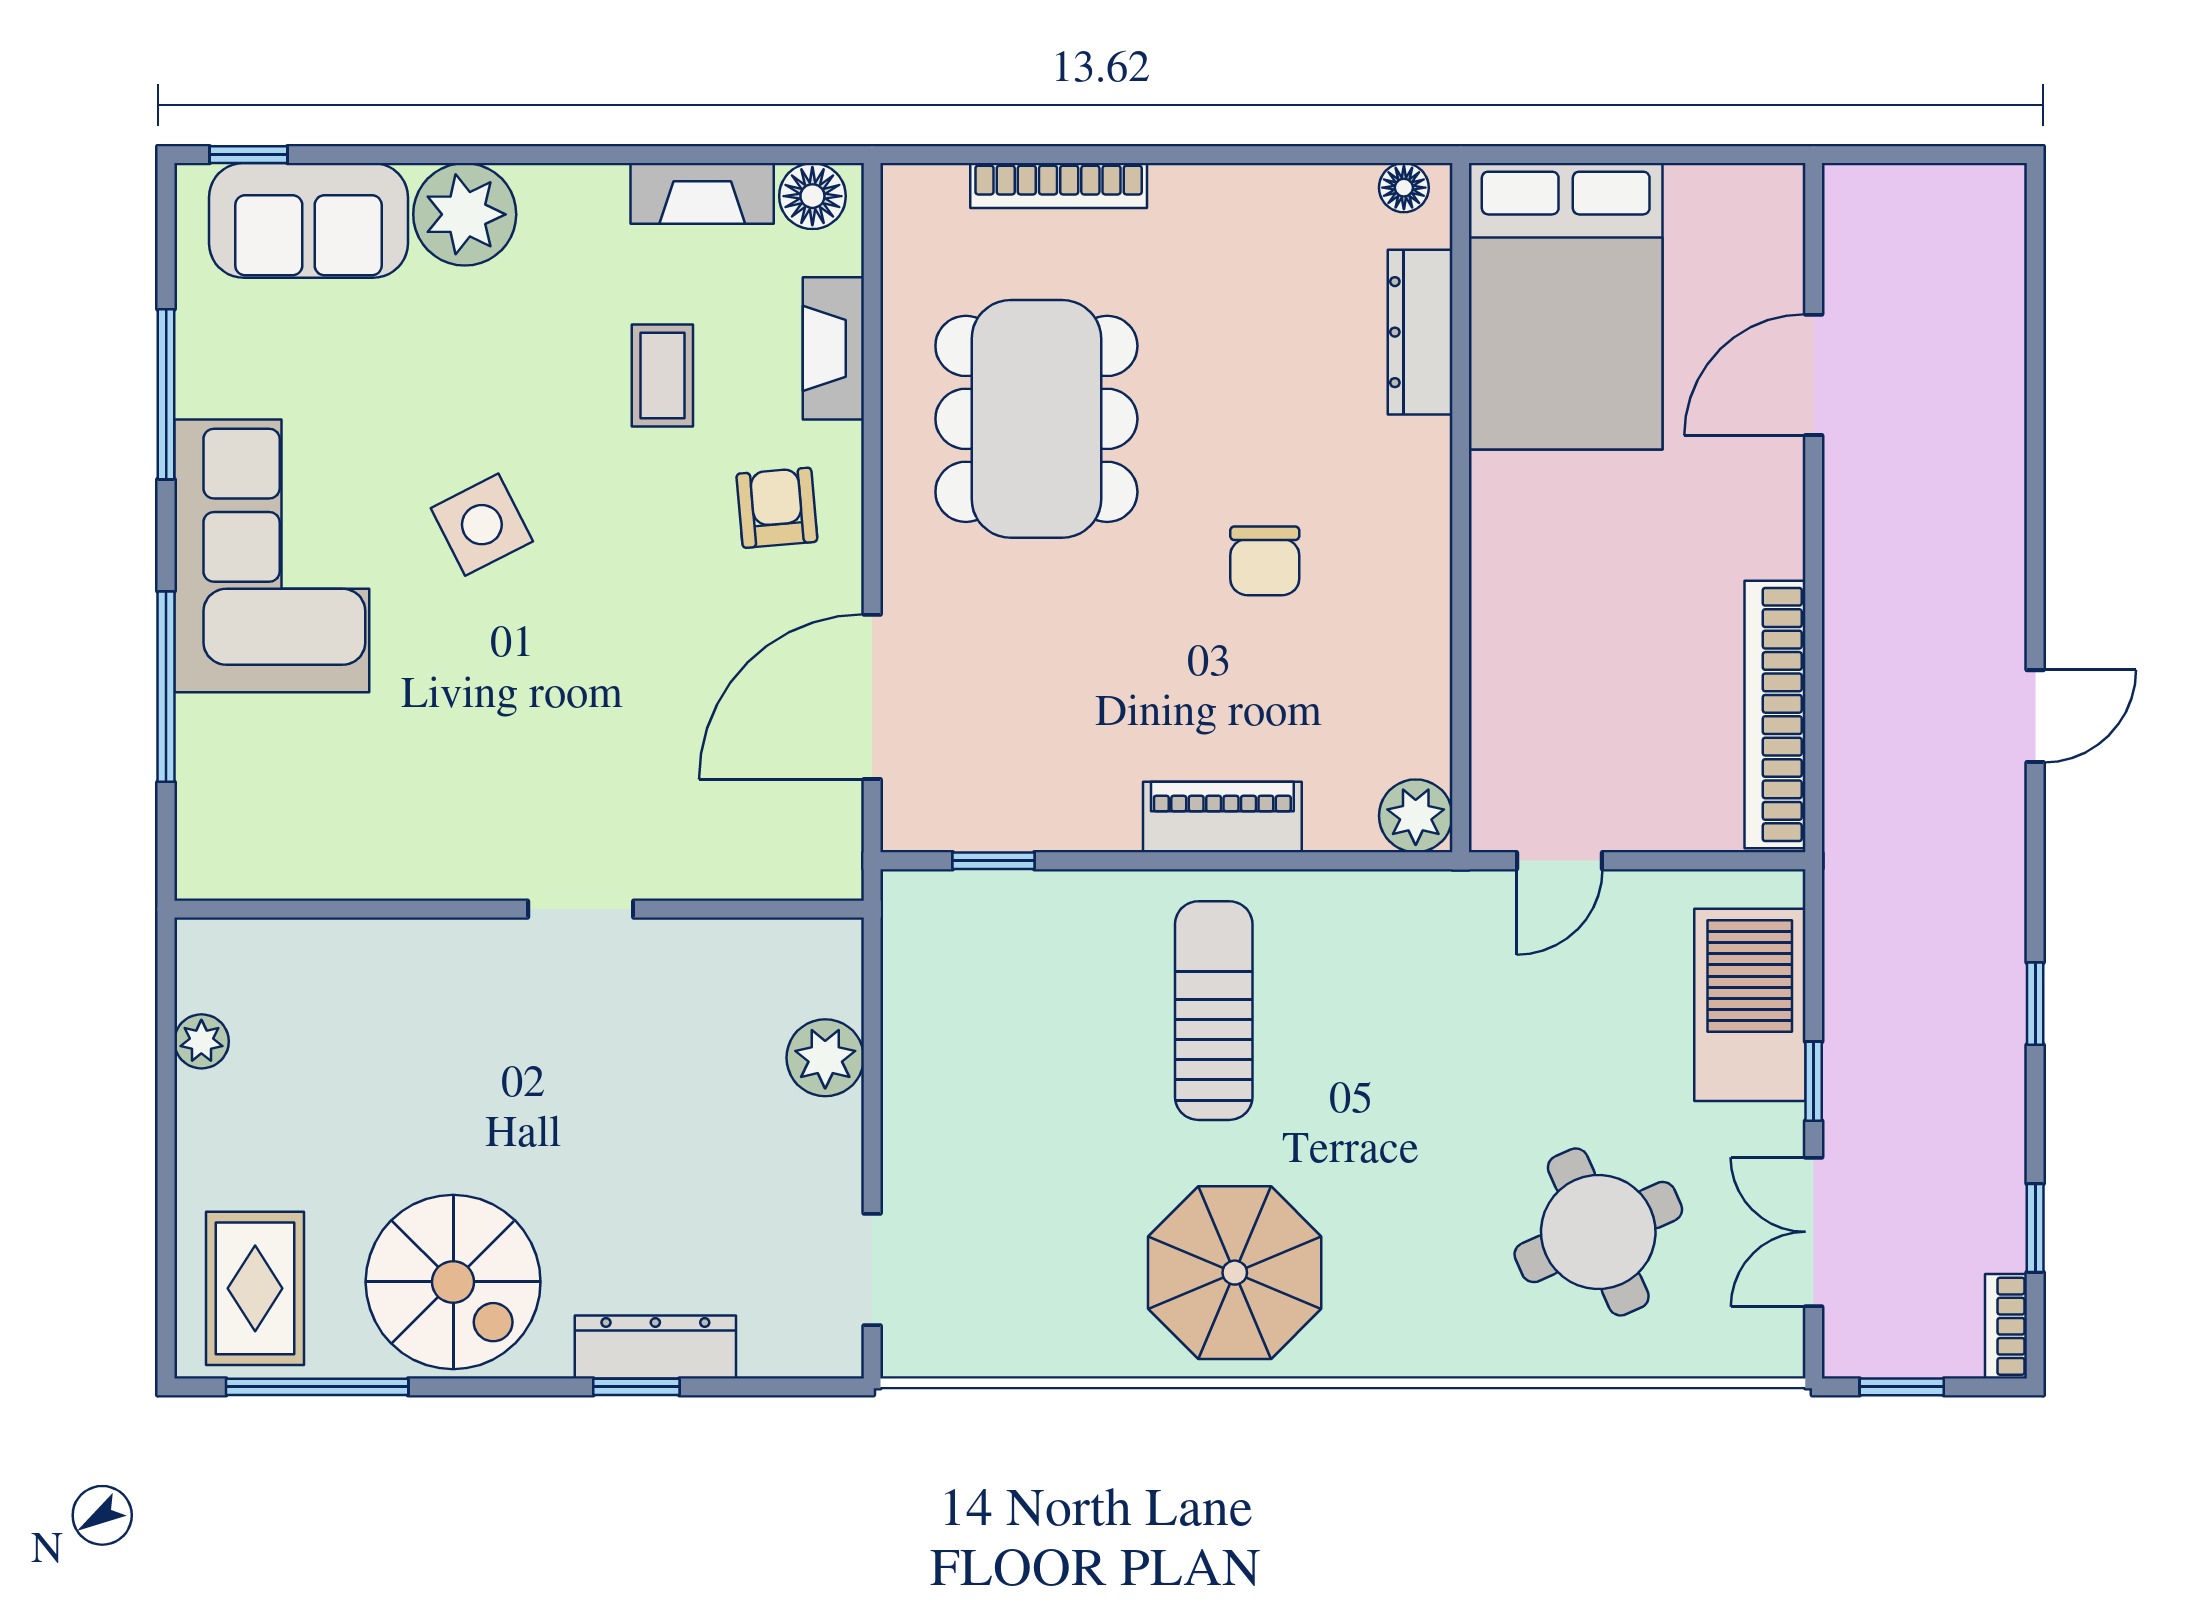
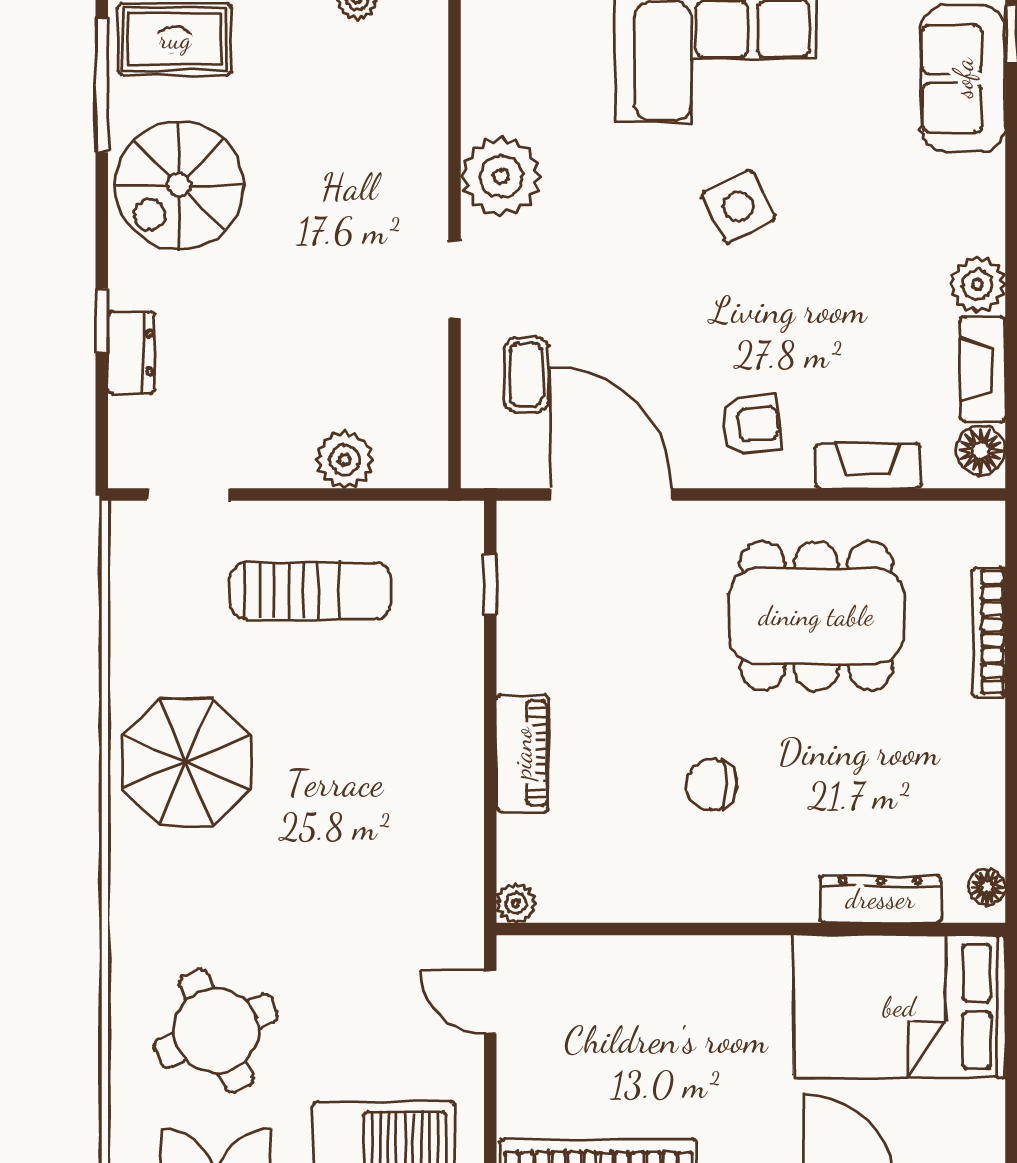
plant: (465, 214) -> (978, 284), moved, width x0.73, depth x0.73
coffee table: (662, 376) -> (526, 375), moved, turned 90
plant: (1416, 816) -> (516, 903), width x0.73, depth x0.73
plant: (441, 846) -> (501, 176), added
sun lounger: (1214, 1011) -> (310, 591), moved
dresser: (655, 1347) -> (131, 353), width x0.70

